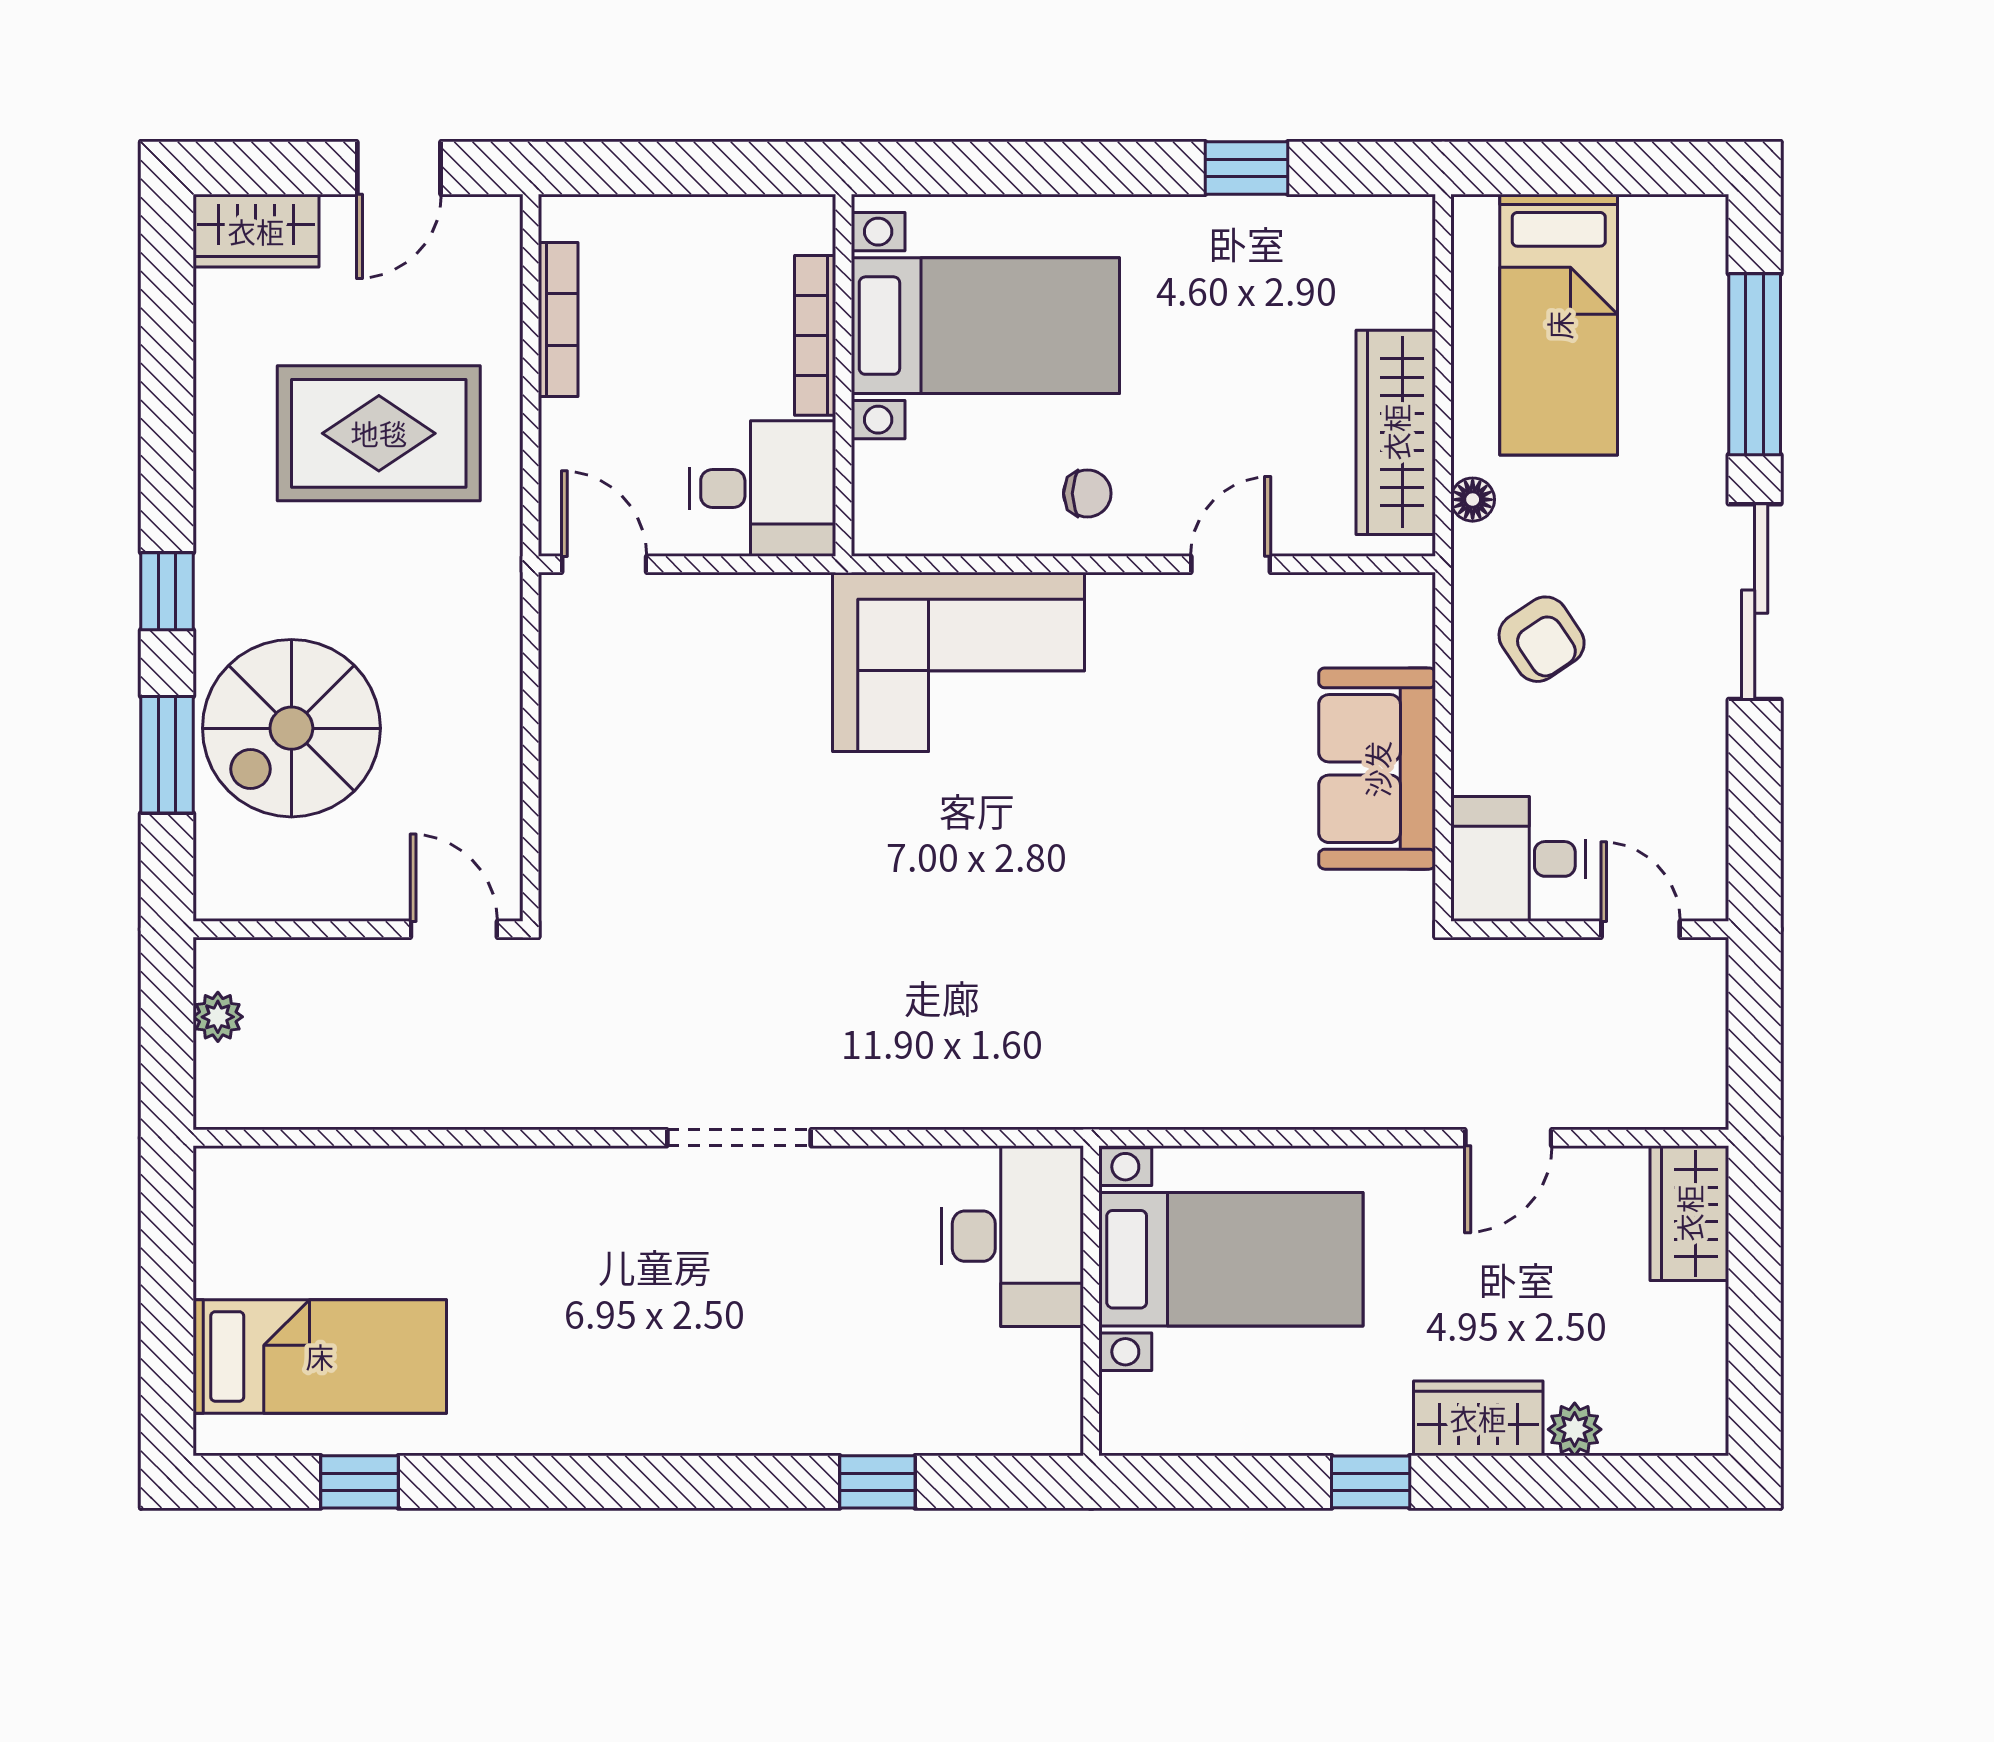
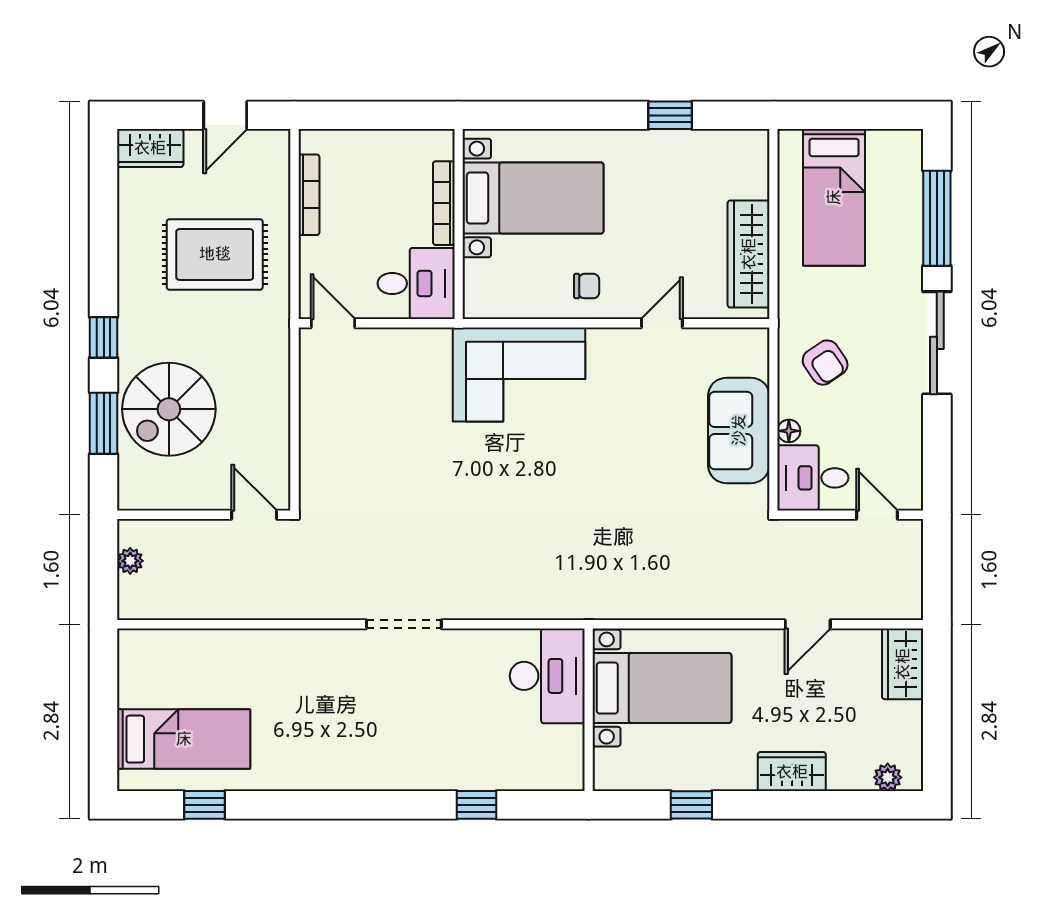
floor lamp: (1473, 500) -> (789, 431), moved
plant: (1575, 1429) -> (888, 777), moved
window: (1371, 1482) -> (691, 805), moved

